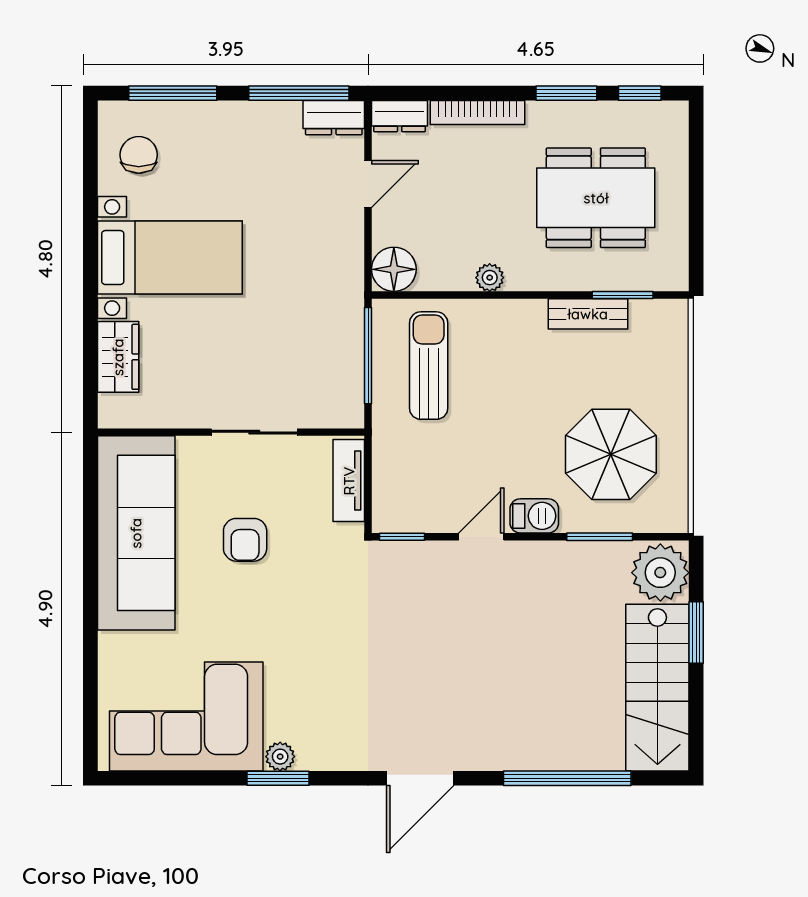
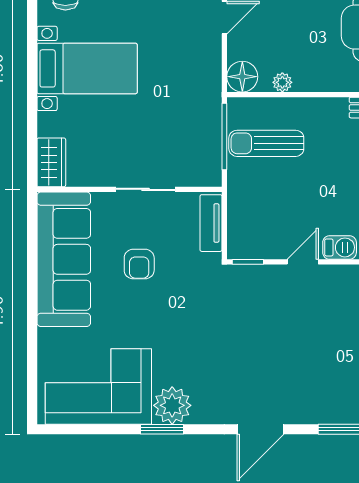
plant: (490, 278) -> (282, 82), moved
wardrobe: (118, 357) -> (51, 162), moved
sun lounger: (429, 366) -> (266, 143), turned -90
plant: (280, 757) -> (172, 405), width x1.88, depth x1.88

